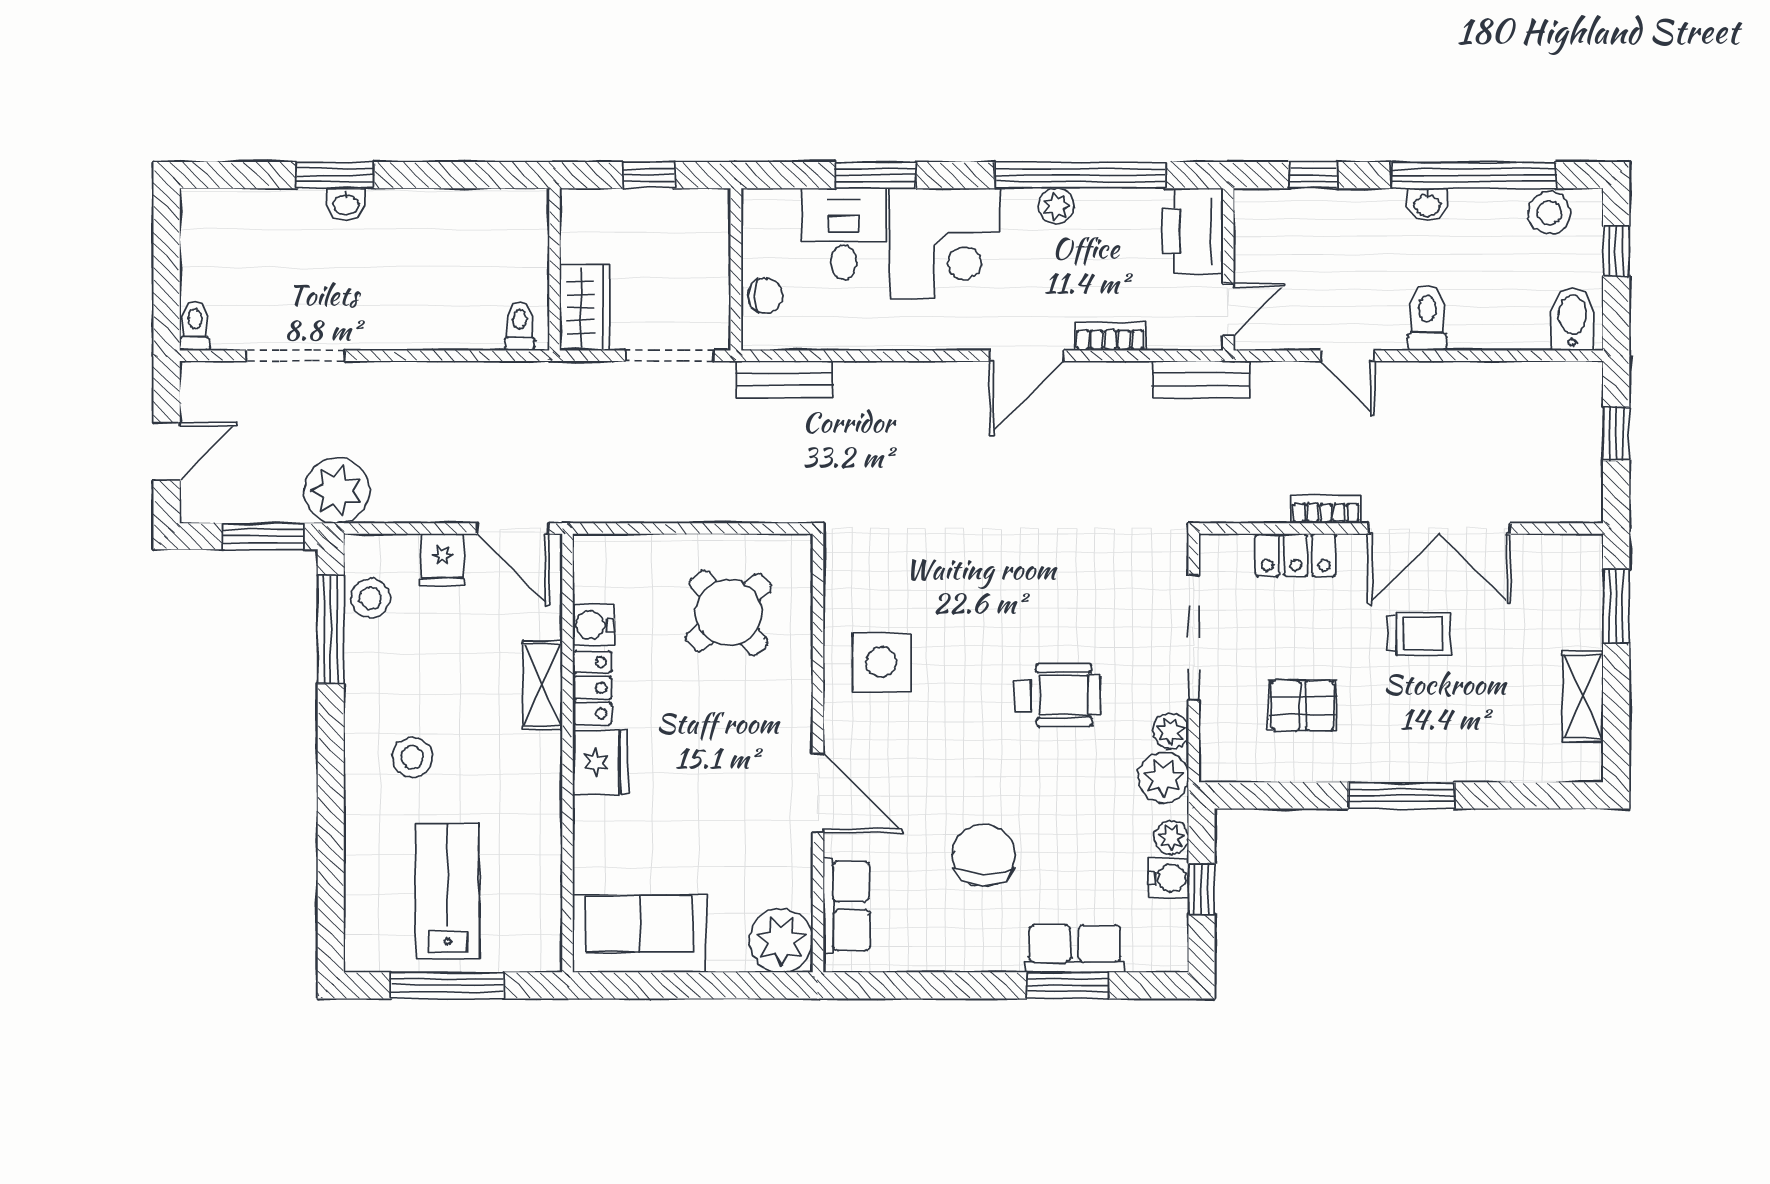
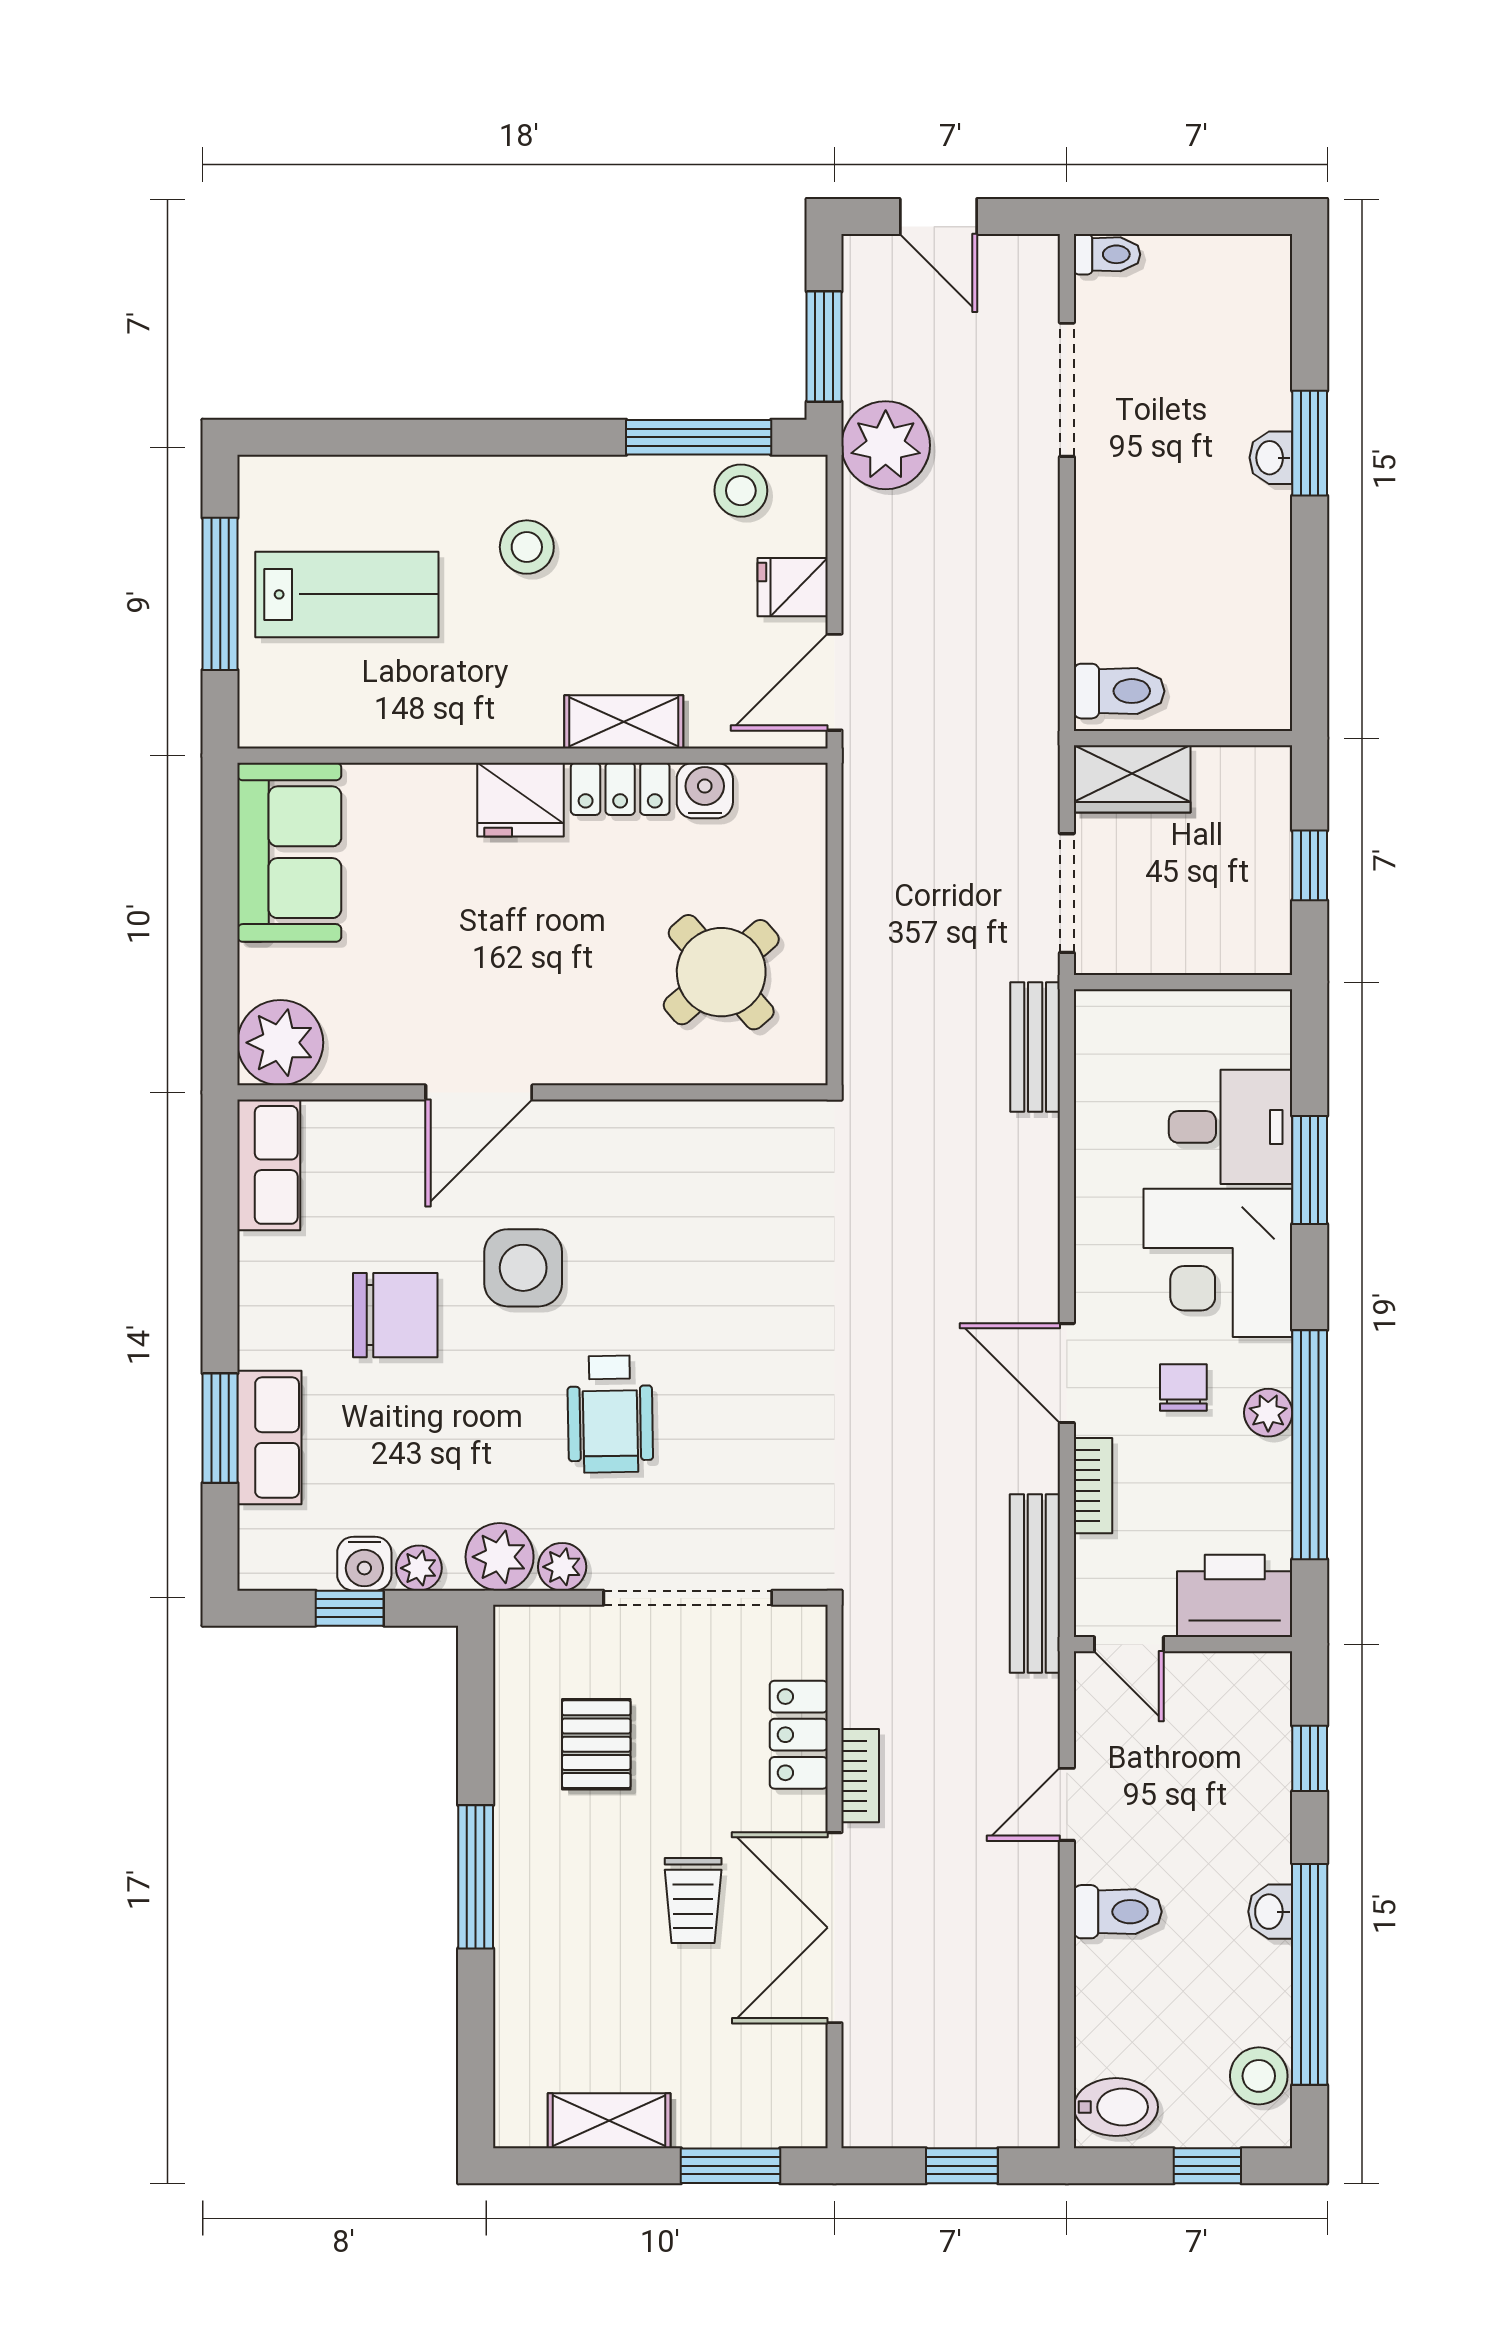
chair: (765, 296) -> (1183, 1388), moved, turned 180
toilet: (519, 326) -> (1119, 691), width x1.37, depth x1.39
bench: (1201, 379) -> (1035, 1584), width x1.36
side table: (881, 662) -> (523, 1268), moved
row of seats: (846, 906) -> (269, 1165), moved, turned -90

